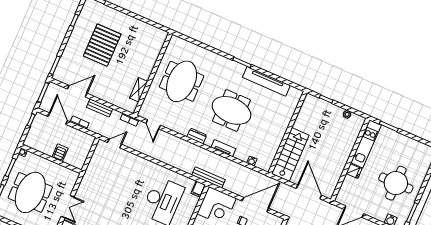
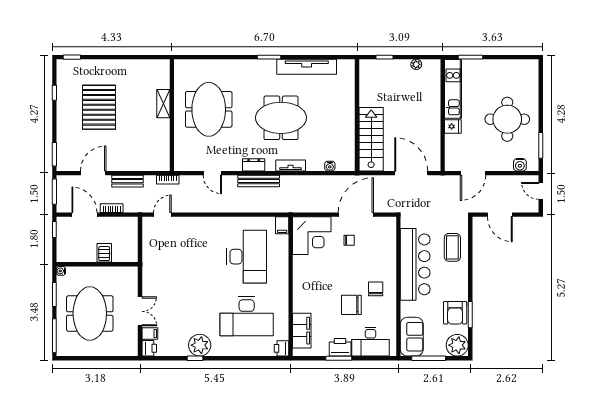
shelving: (139, 90) -> (163, 104), moved
door: (153, 124) -> (212, 173), moved
bench: (208, 177) -> (259, 181), moved

